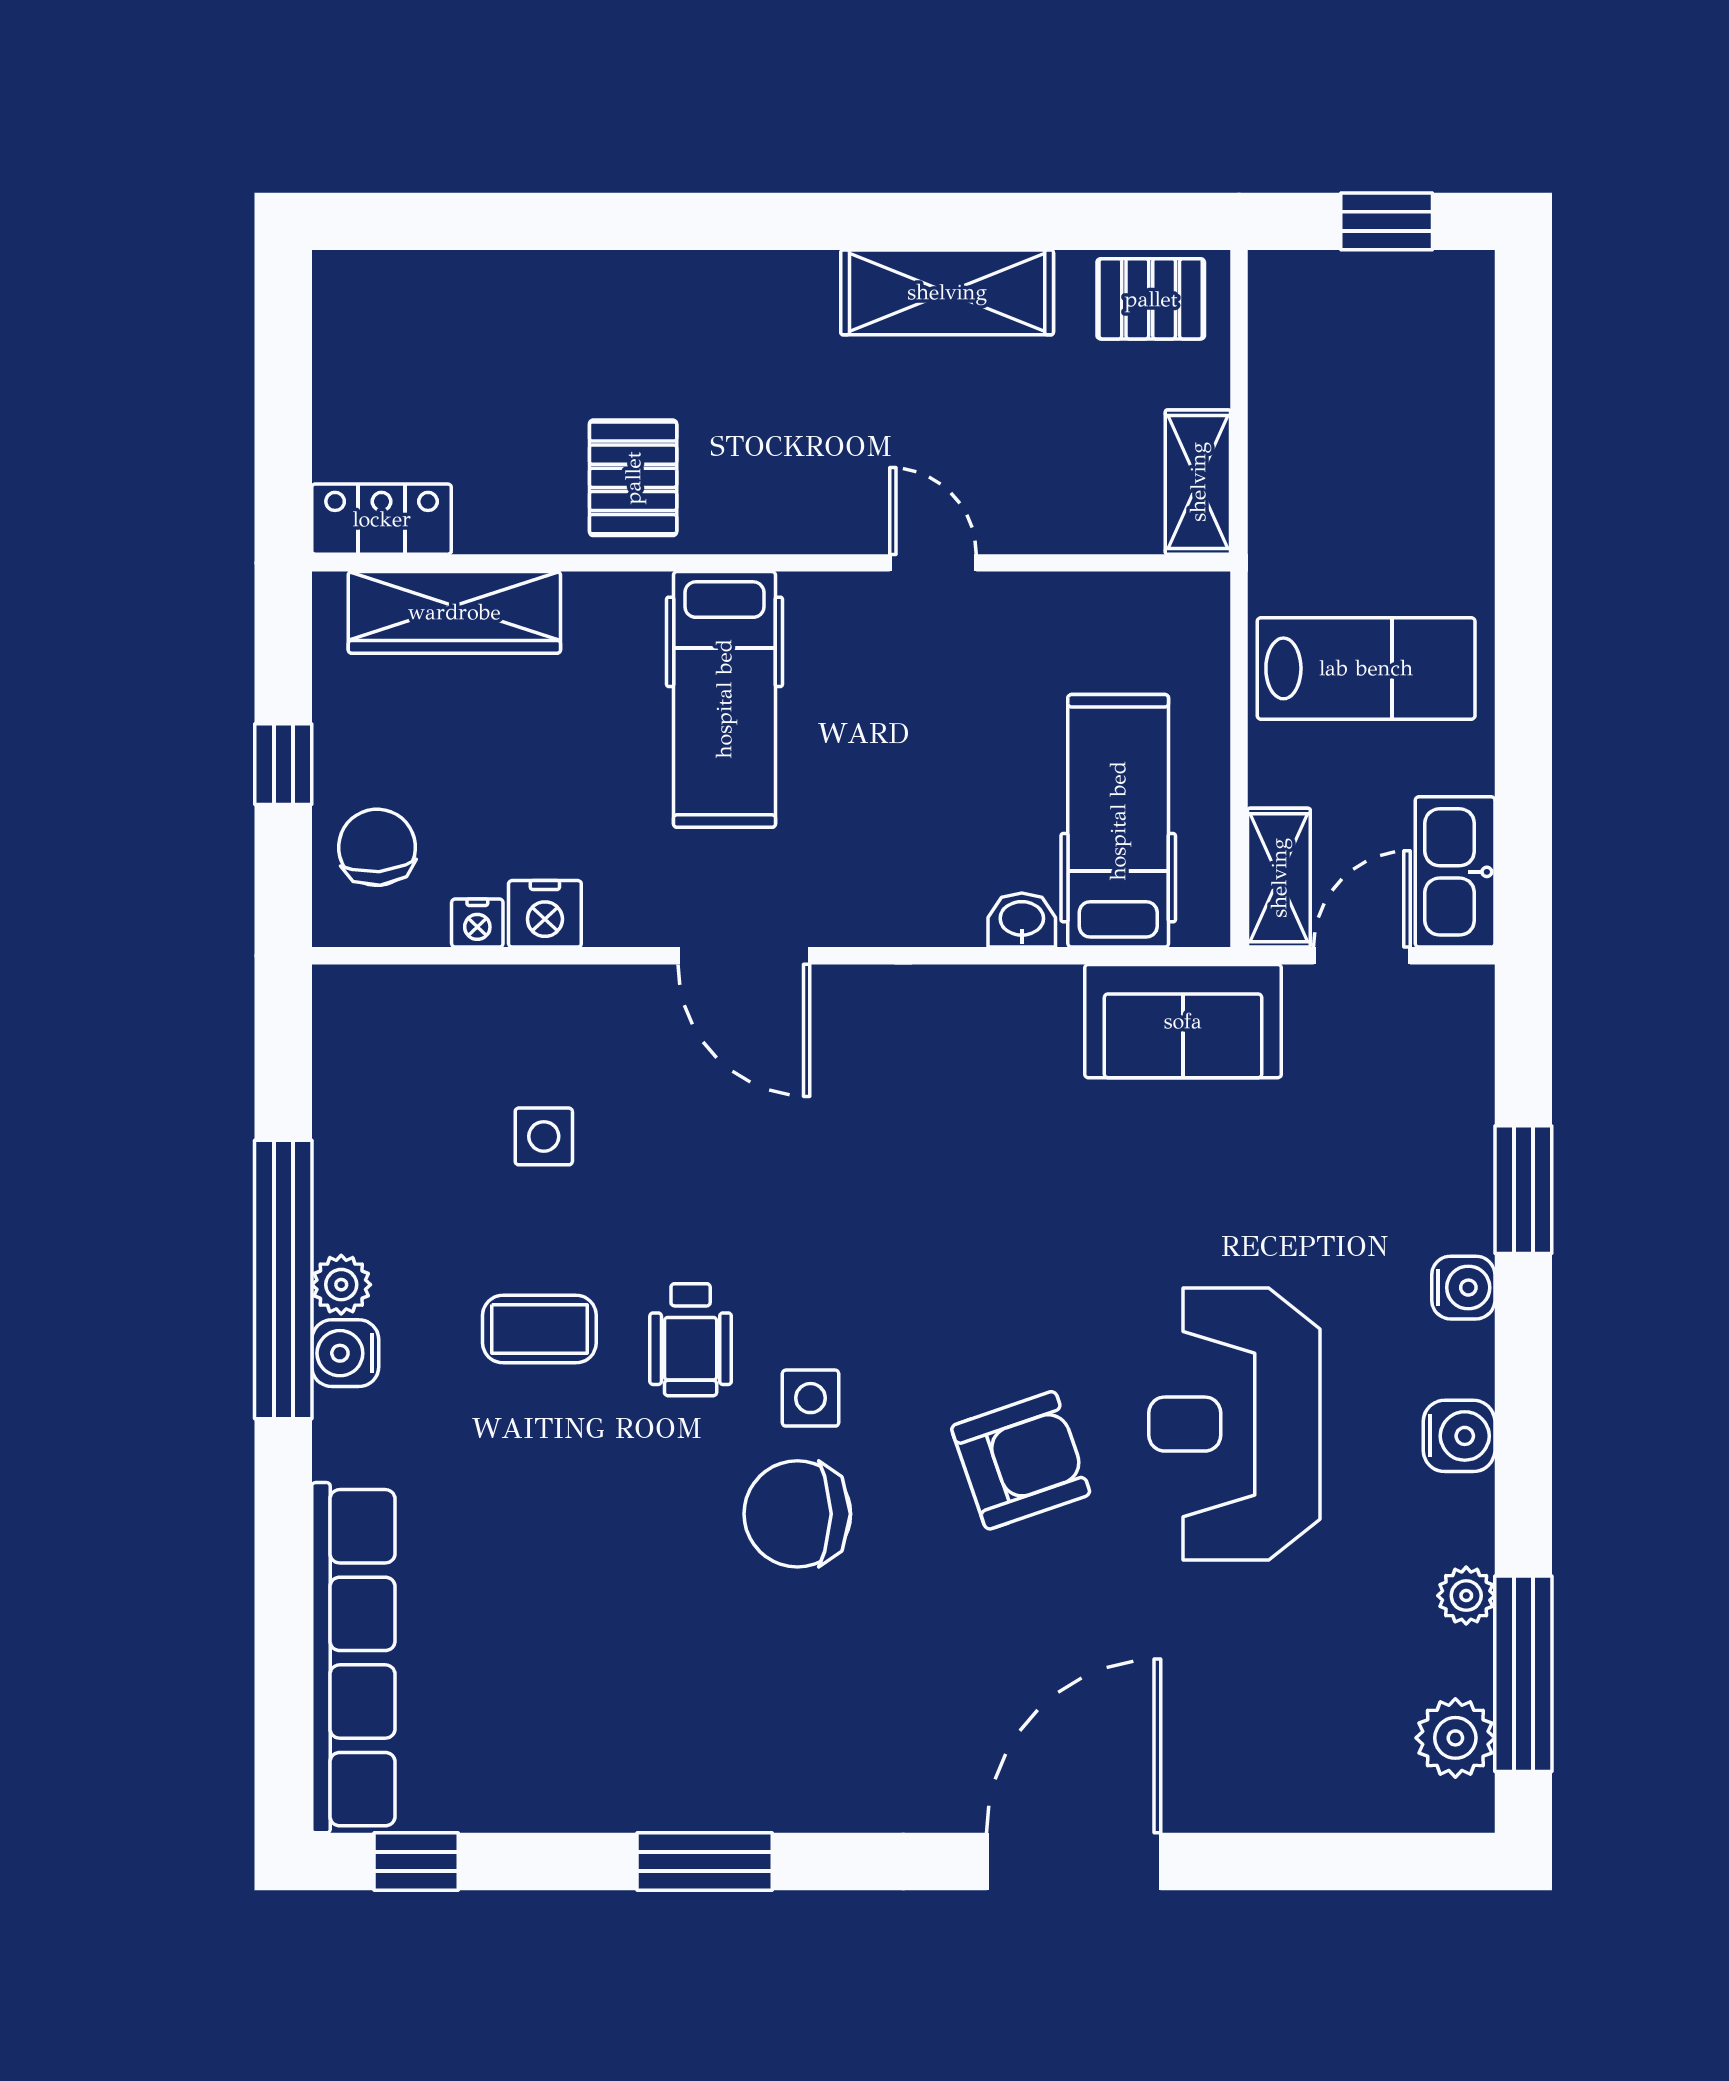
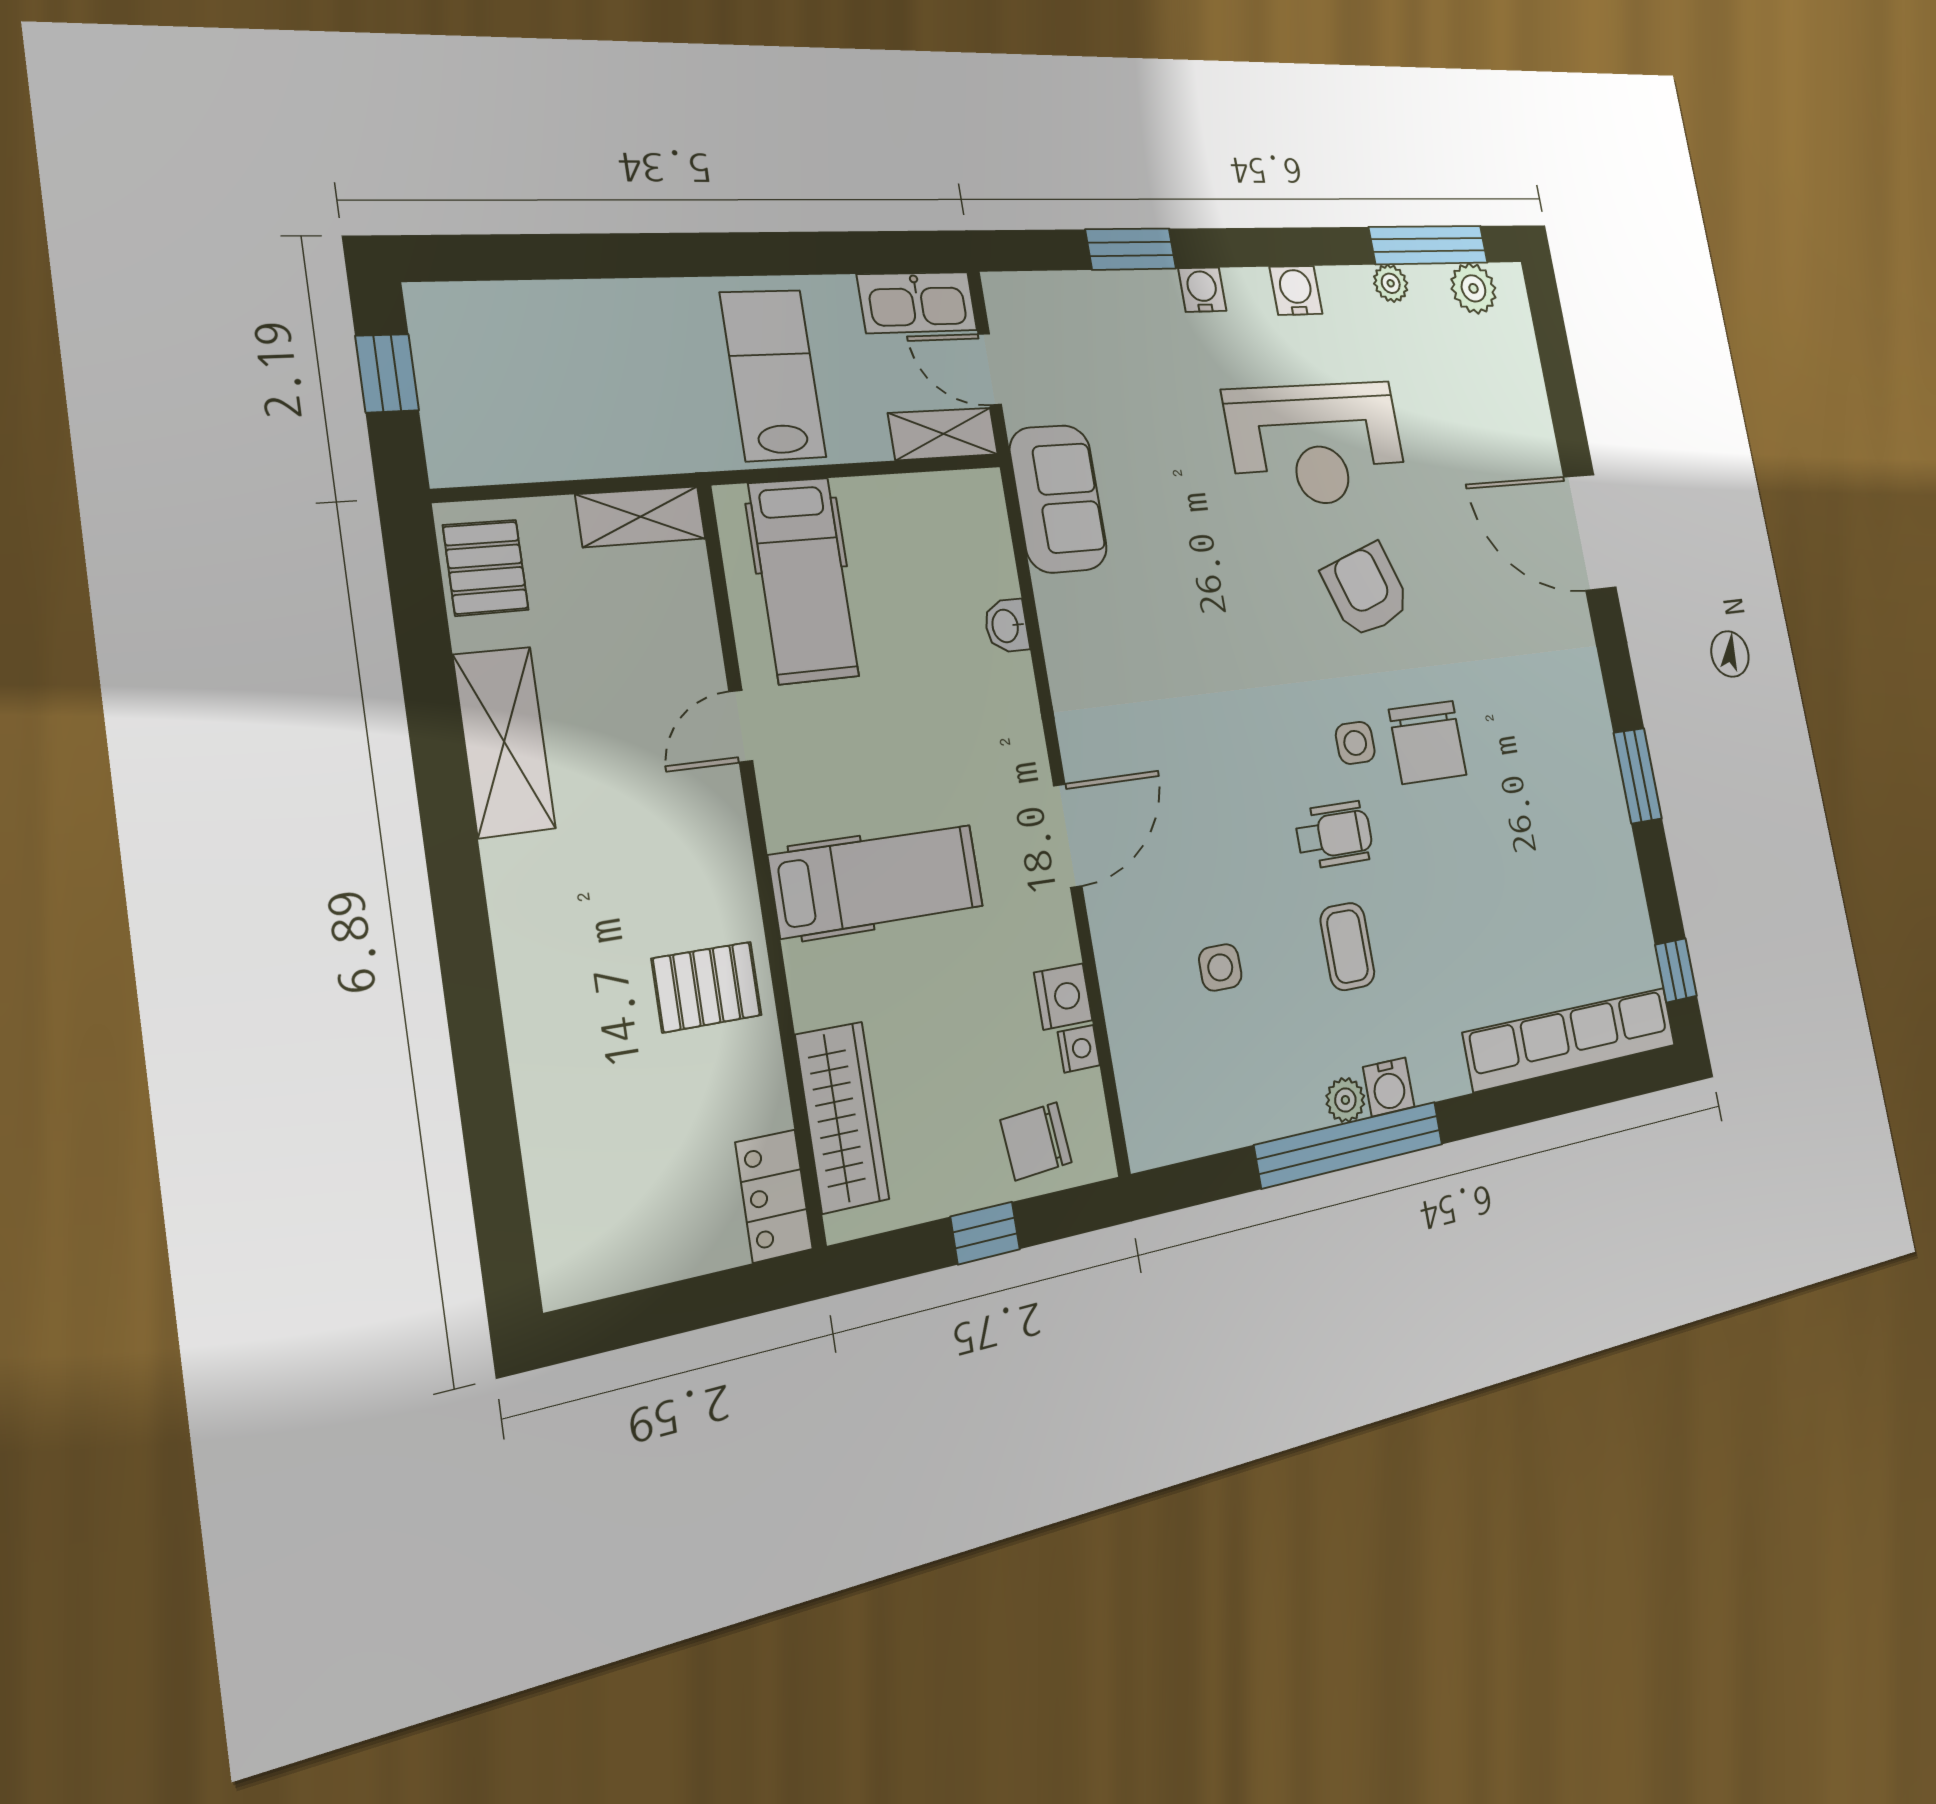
hospital bed: (1118, 821) -> (804, 580), moved, turned -90

